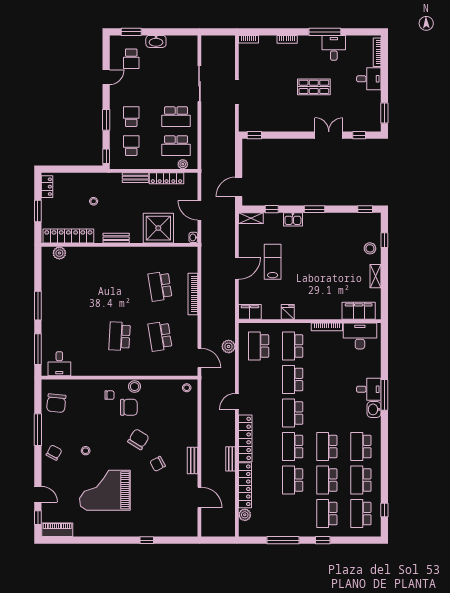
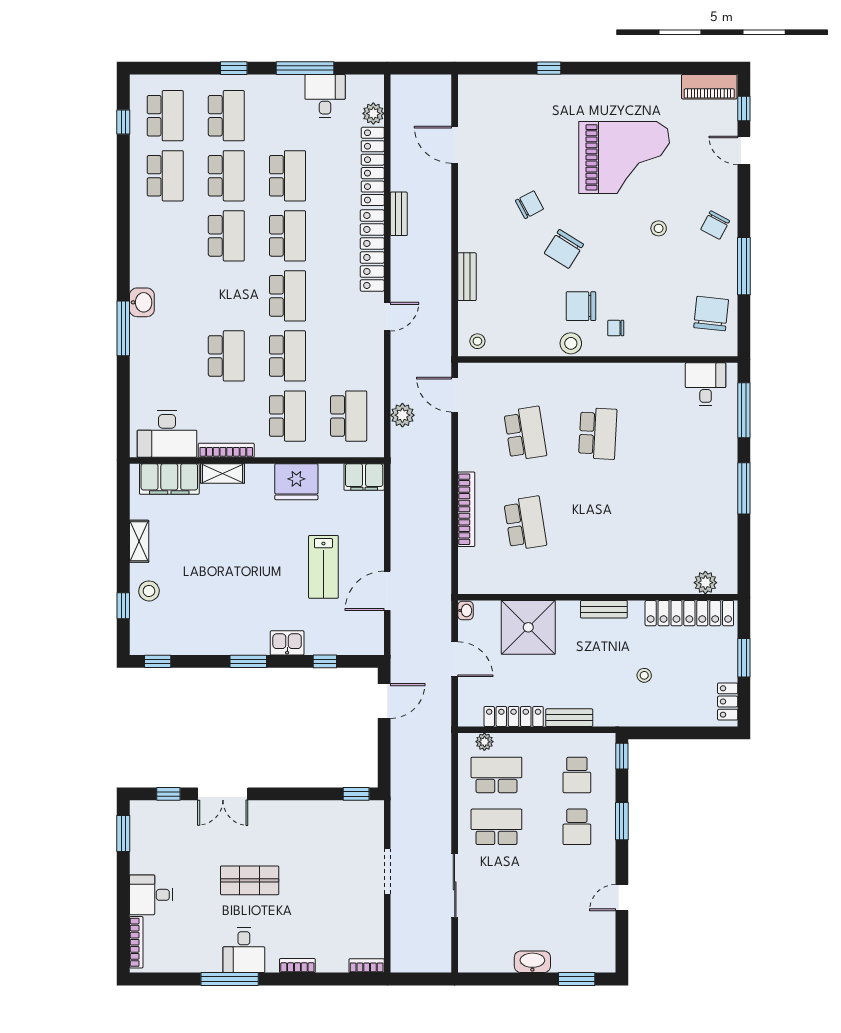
desk: (334, 48) -> (244, 950), moved
school desk: (131, 59) -> (577, 931), removed
shelving: (251, 218) -> (223, 473), moved
door: (237, 268) -> (387, 591), moved
fridge: (288, 312) -> (296, 482), width x1.88, depth x1.34
desk: (369, 389) -> (325, 96), moved, turned 90
school desk: (361, 447) -> (226, 356), moved
bench: (193, 460) -> (467, 277), moved

